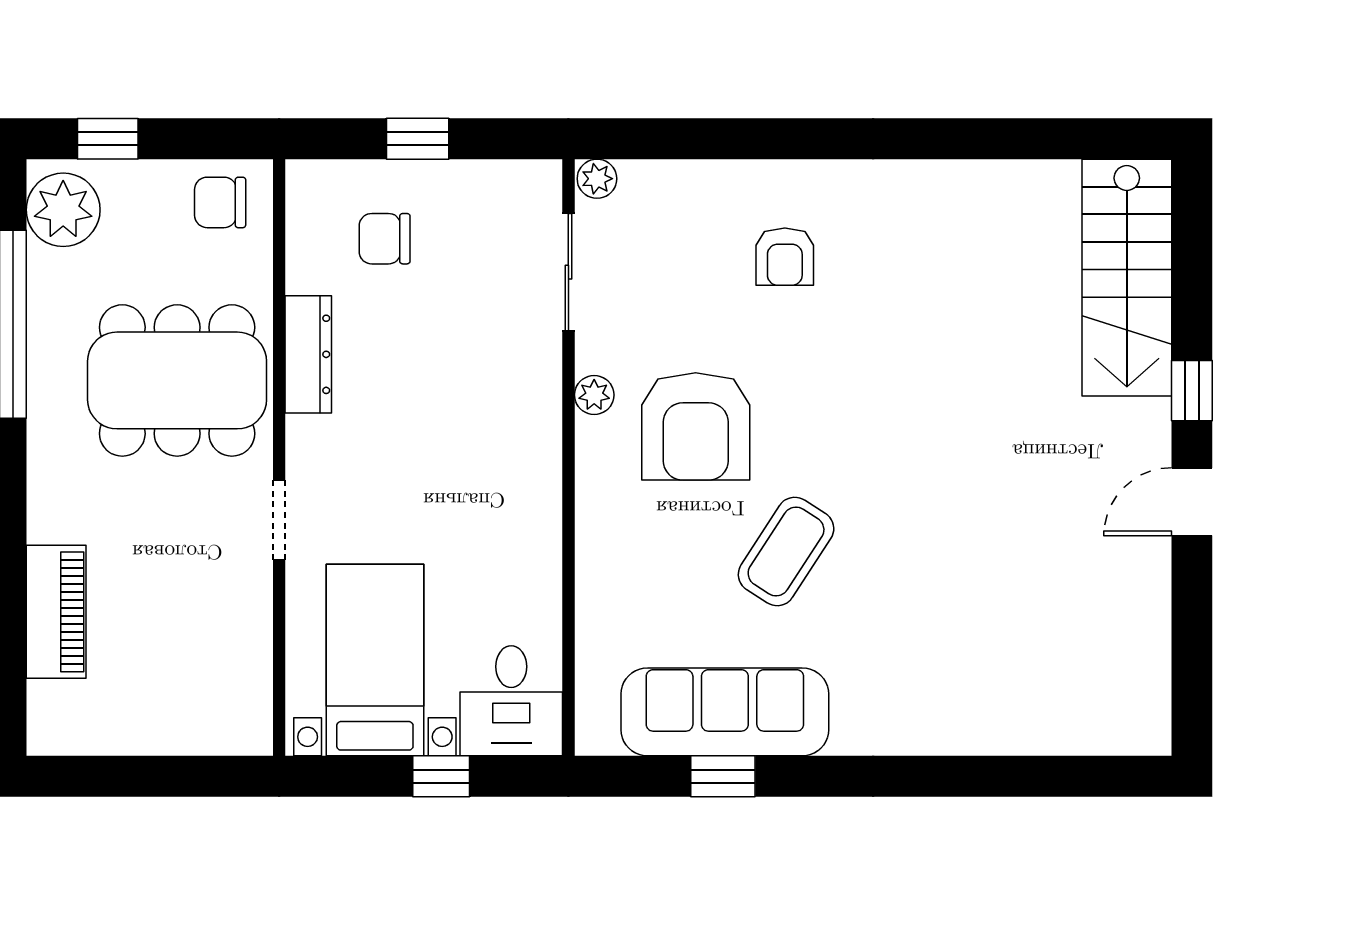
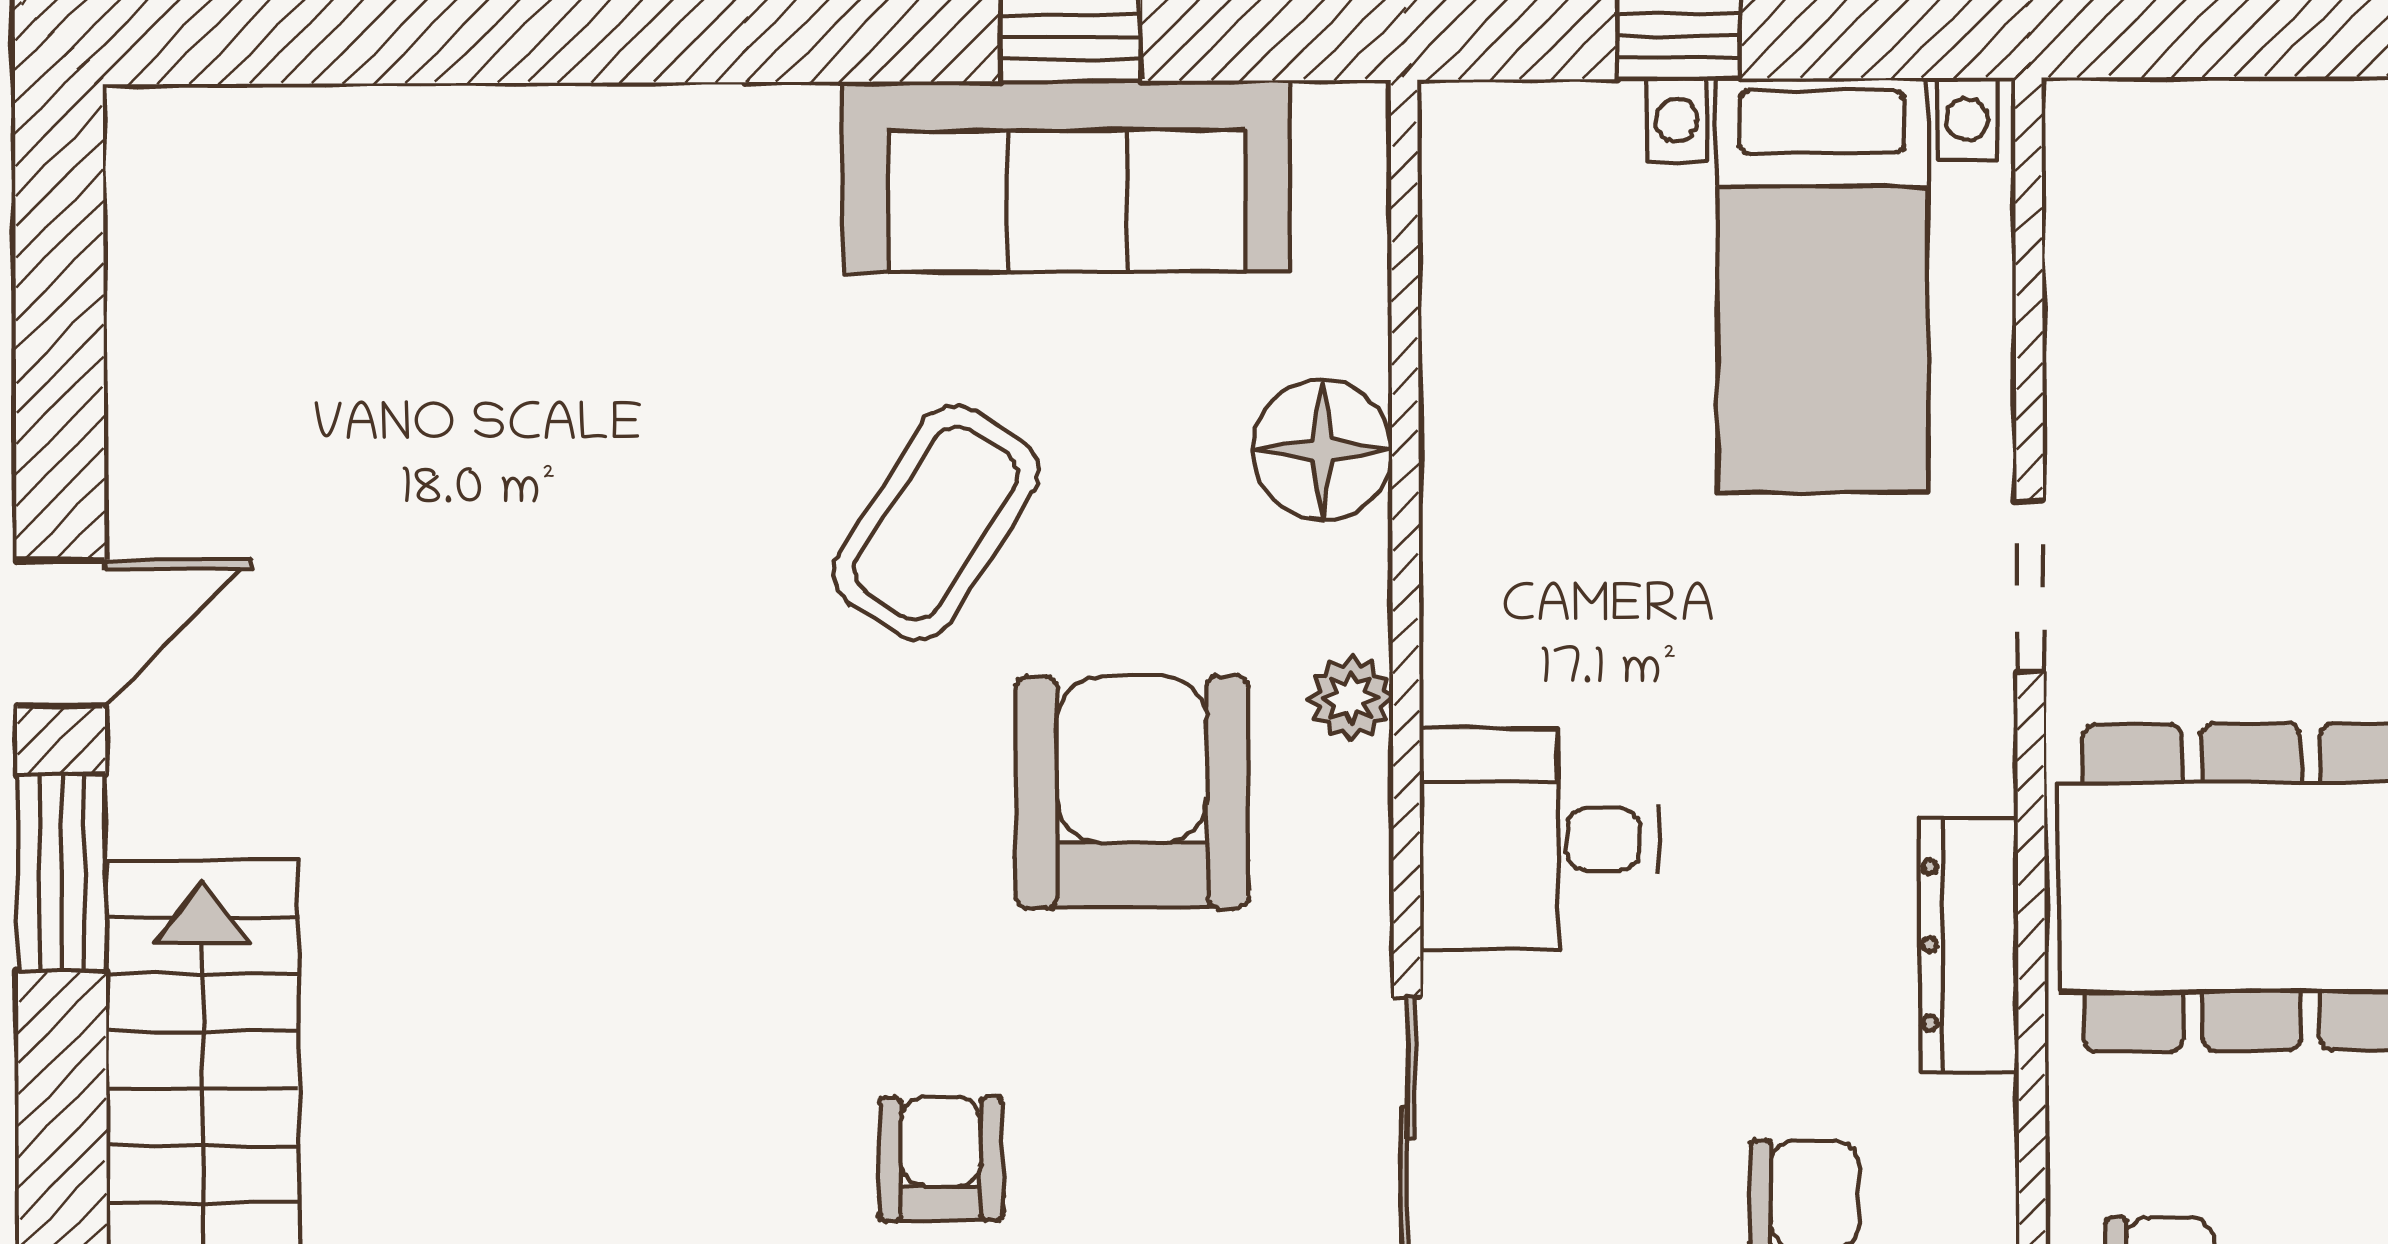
window: (1192, 391) -> (62, 873), width x1.50
plant: (594, 395) -> (1351, 698), moved
floor lamp: (607, 585) -> (1322, 450), added
desk: (511, 701) -> (1539, 839), moved, turned -90

